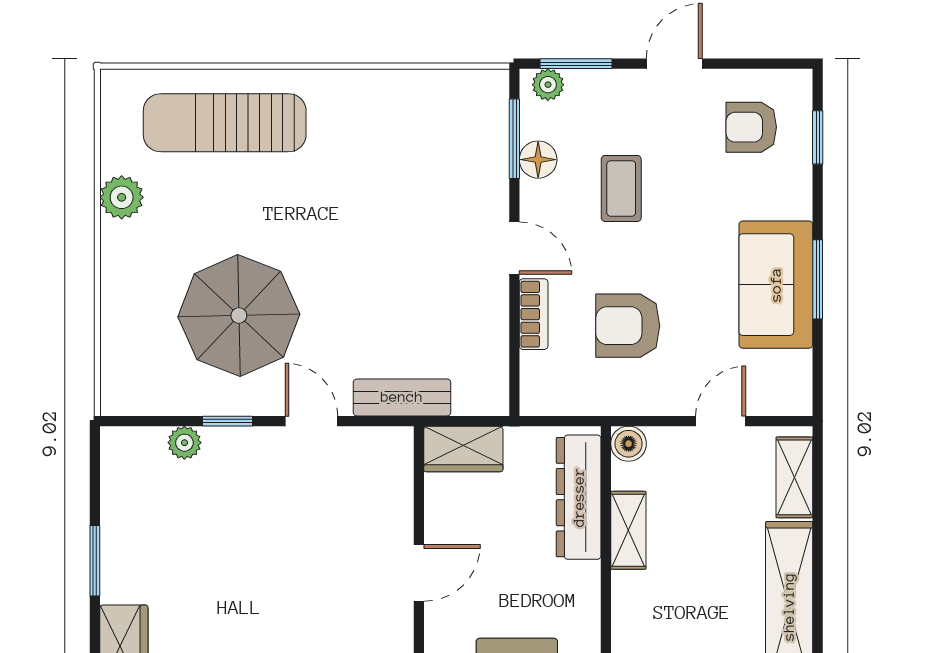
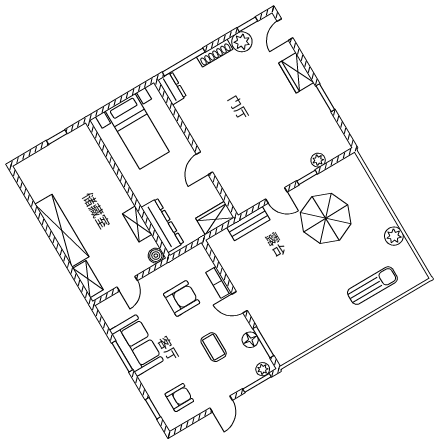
sun lounger: (225, 123) -> (372, 286), width x0.73, depth x0.75

